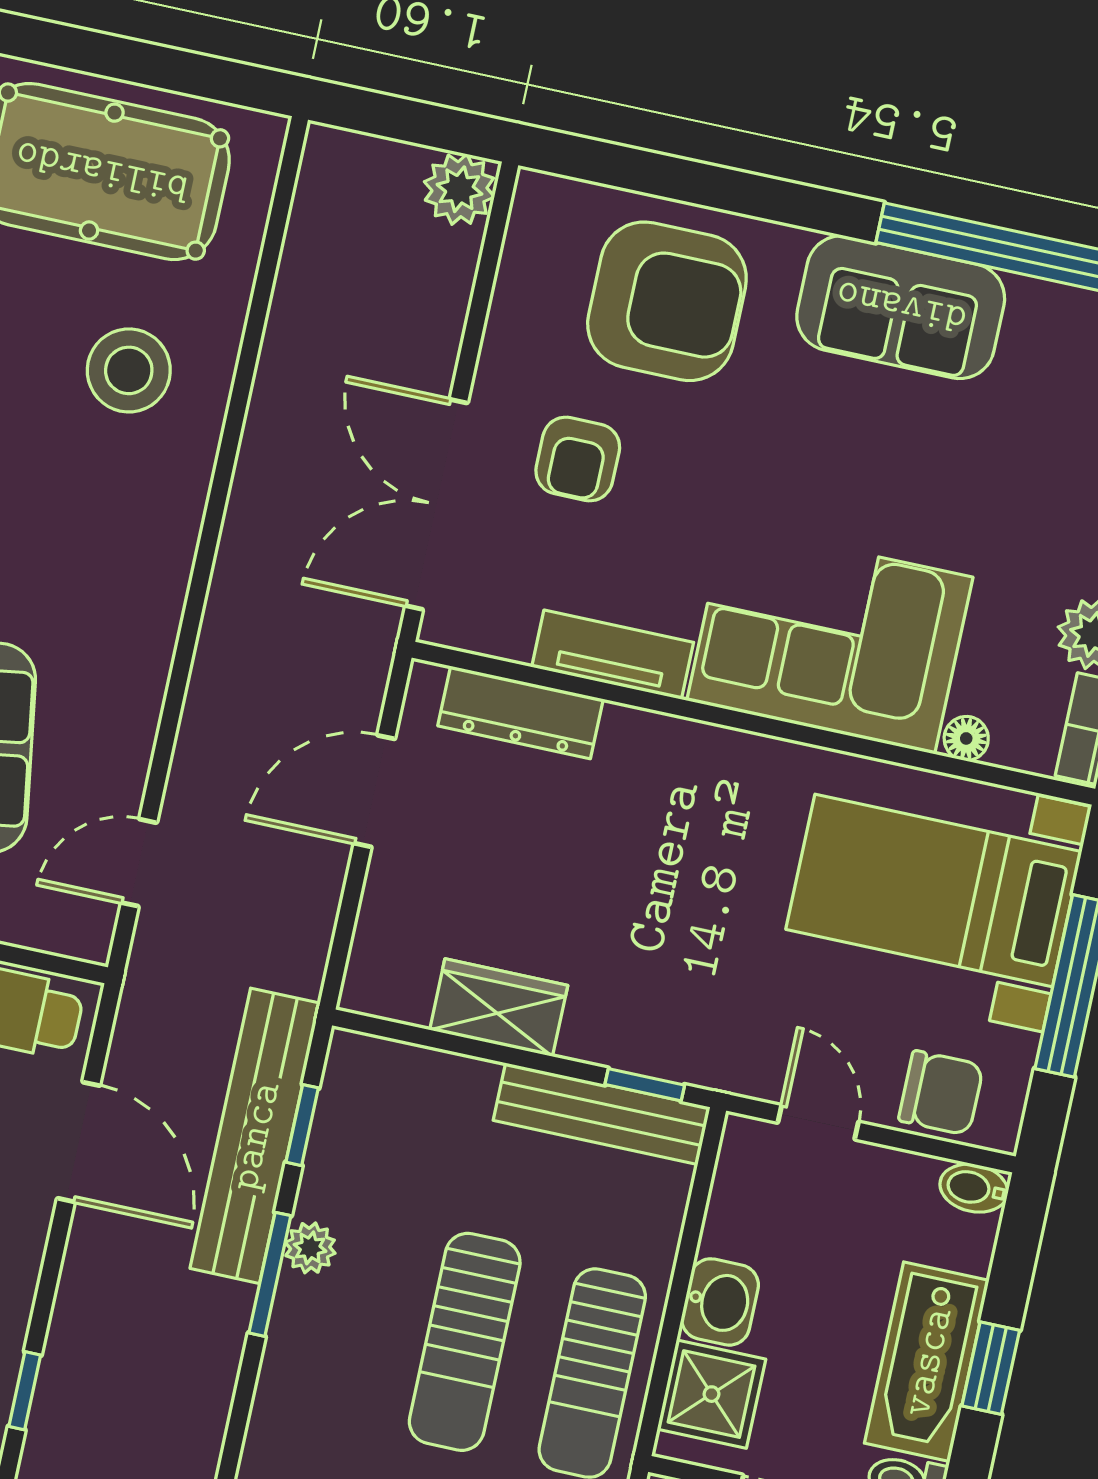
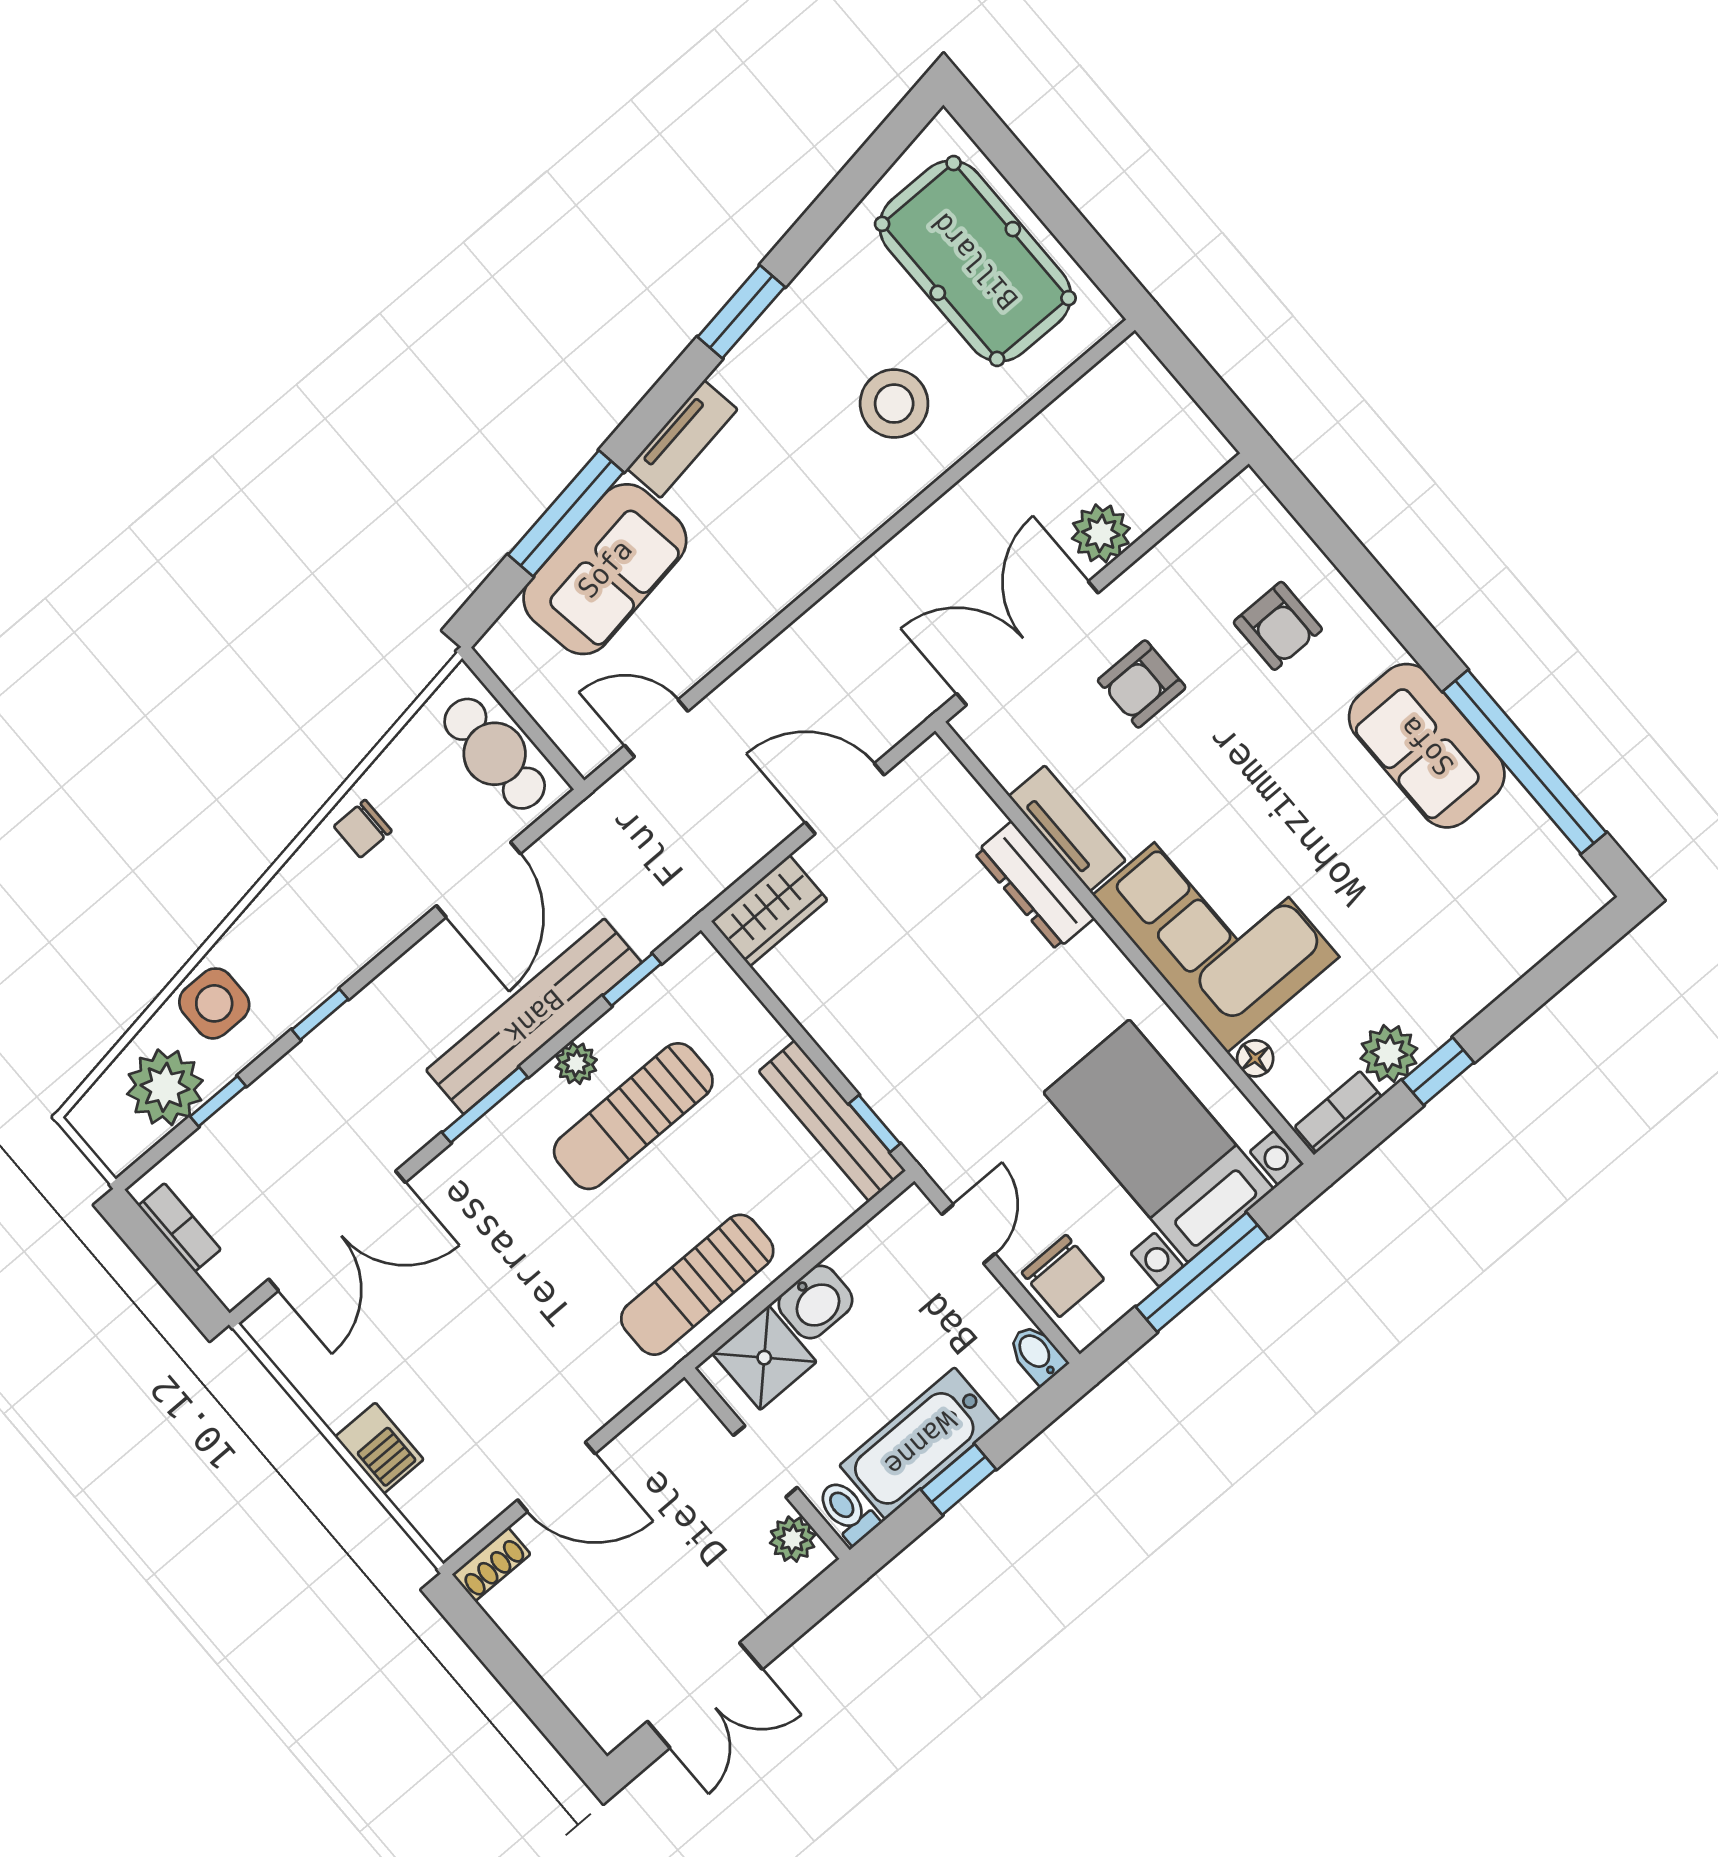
plant: (459, 189) -> (1101, 533), moved
armchair: (667, 301) -> (1278, 626), width x0.53, depth x0.53
dresser: (520, 712) -> (1034, 886), moved
wardrobe: (499, 1008) -> (769, 911), moved, turned 90
bench: (255, 1136) -> (534, 1016), moved
window: (270, 1274) -> (485, 1105), moved
sun lounger: (465, 1342) -> (633, 1116), moved

